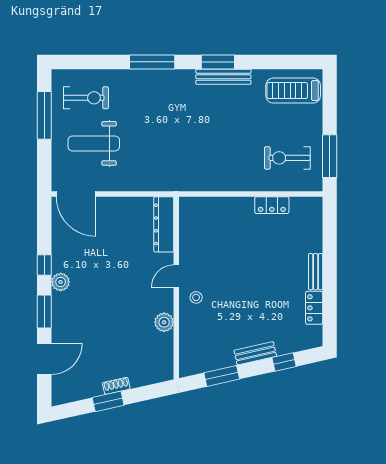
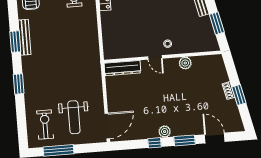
window: (152, 62) -> (19, 84), width x0.69

